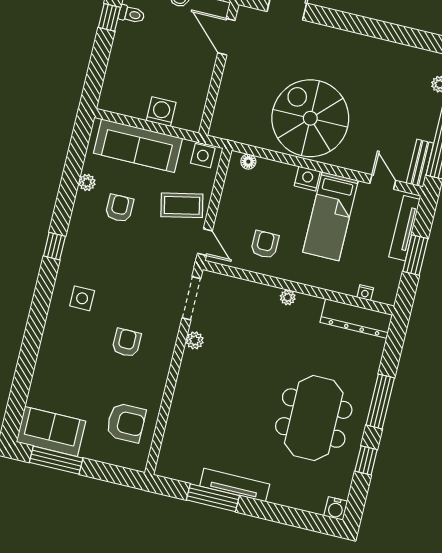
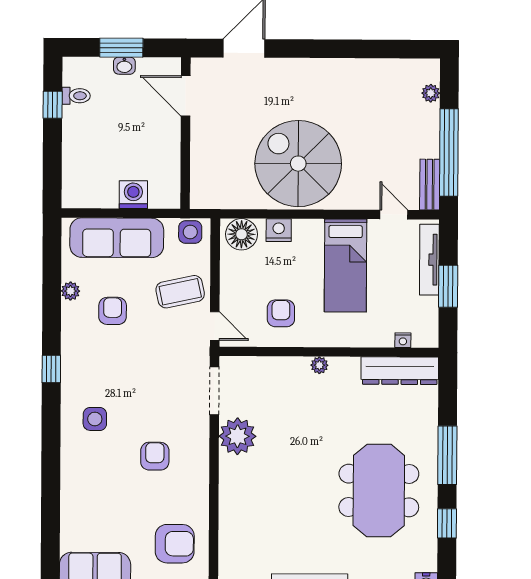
floor lamp: (248, 162) -> (242, 234), width x1.89, depth x1.89
nightstand: (307, 179) -> (279, 230), moved
plant: (195, 340) -> (237, 436), width x1.88, depth x1.88

